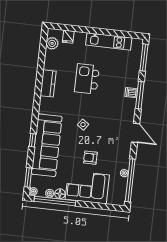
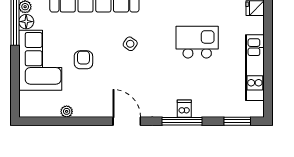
window: (144, 58) -> (237, 121), width x0.69
door: (135, 133) -> (127, 121), swing flipped
window: (130, 180) -> (57, 121), removed

